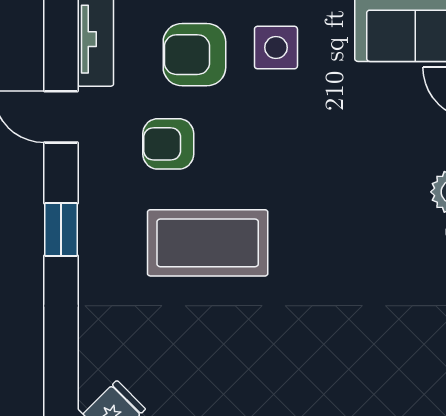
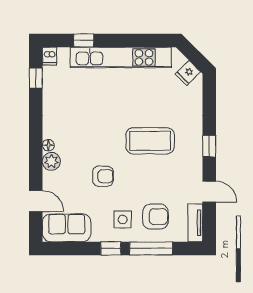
armchair: (168, 144) -> (103, 176), moved

